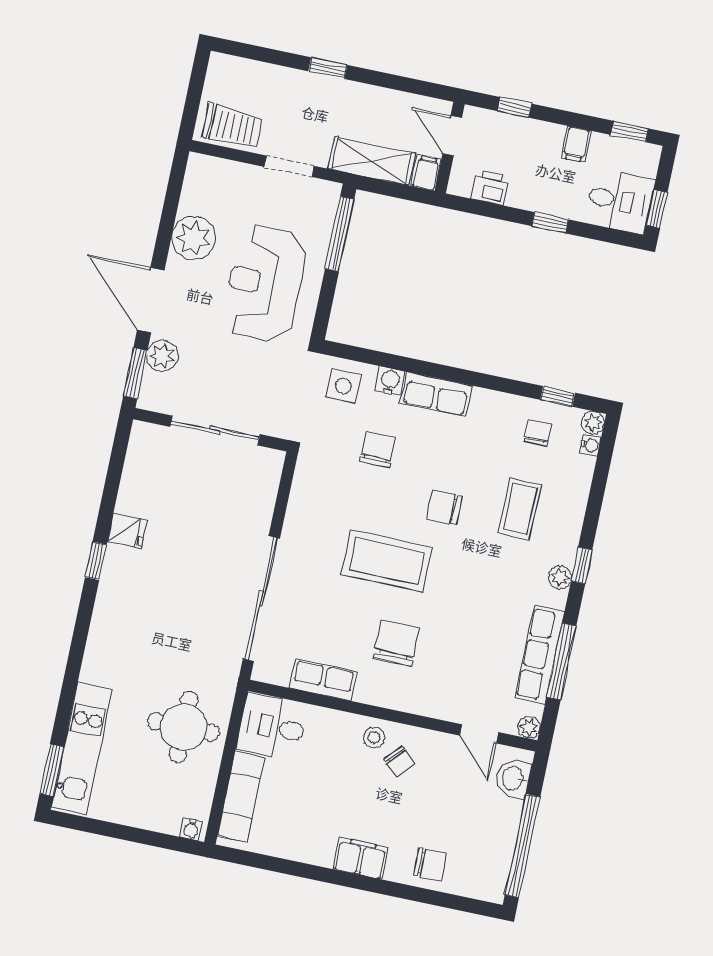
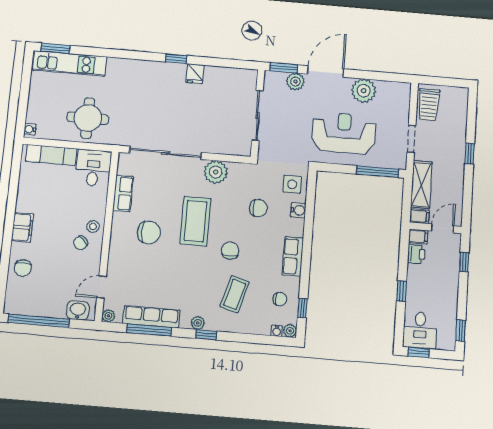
filing cabinet: (576, 144) -> (418, 237), moved, turned 180
row of seats: (436, 394) -> (293, 256), moved
coffee table: (520, 509) -> (235, 294), turned -74
plant: (306, 516) -> (216, 172), added

